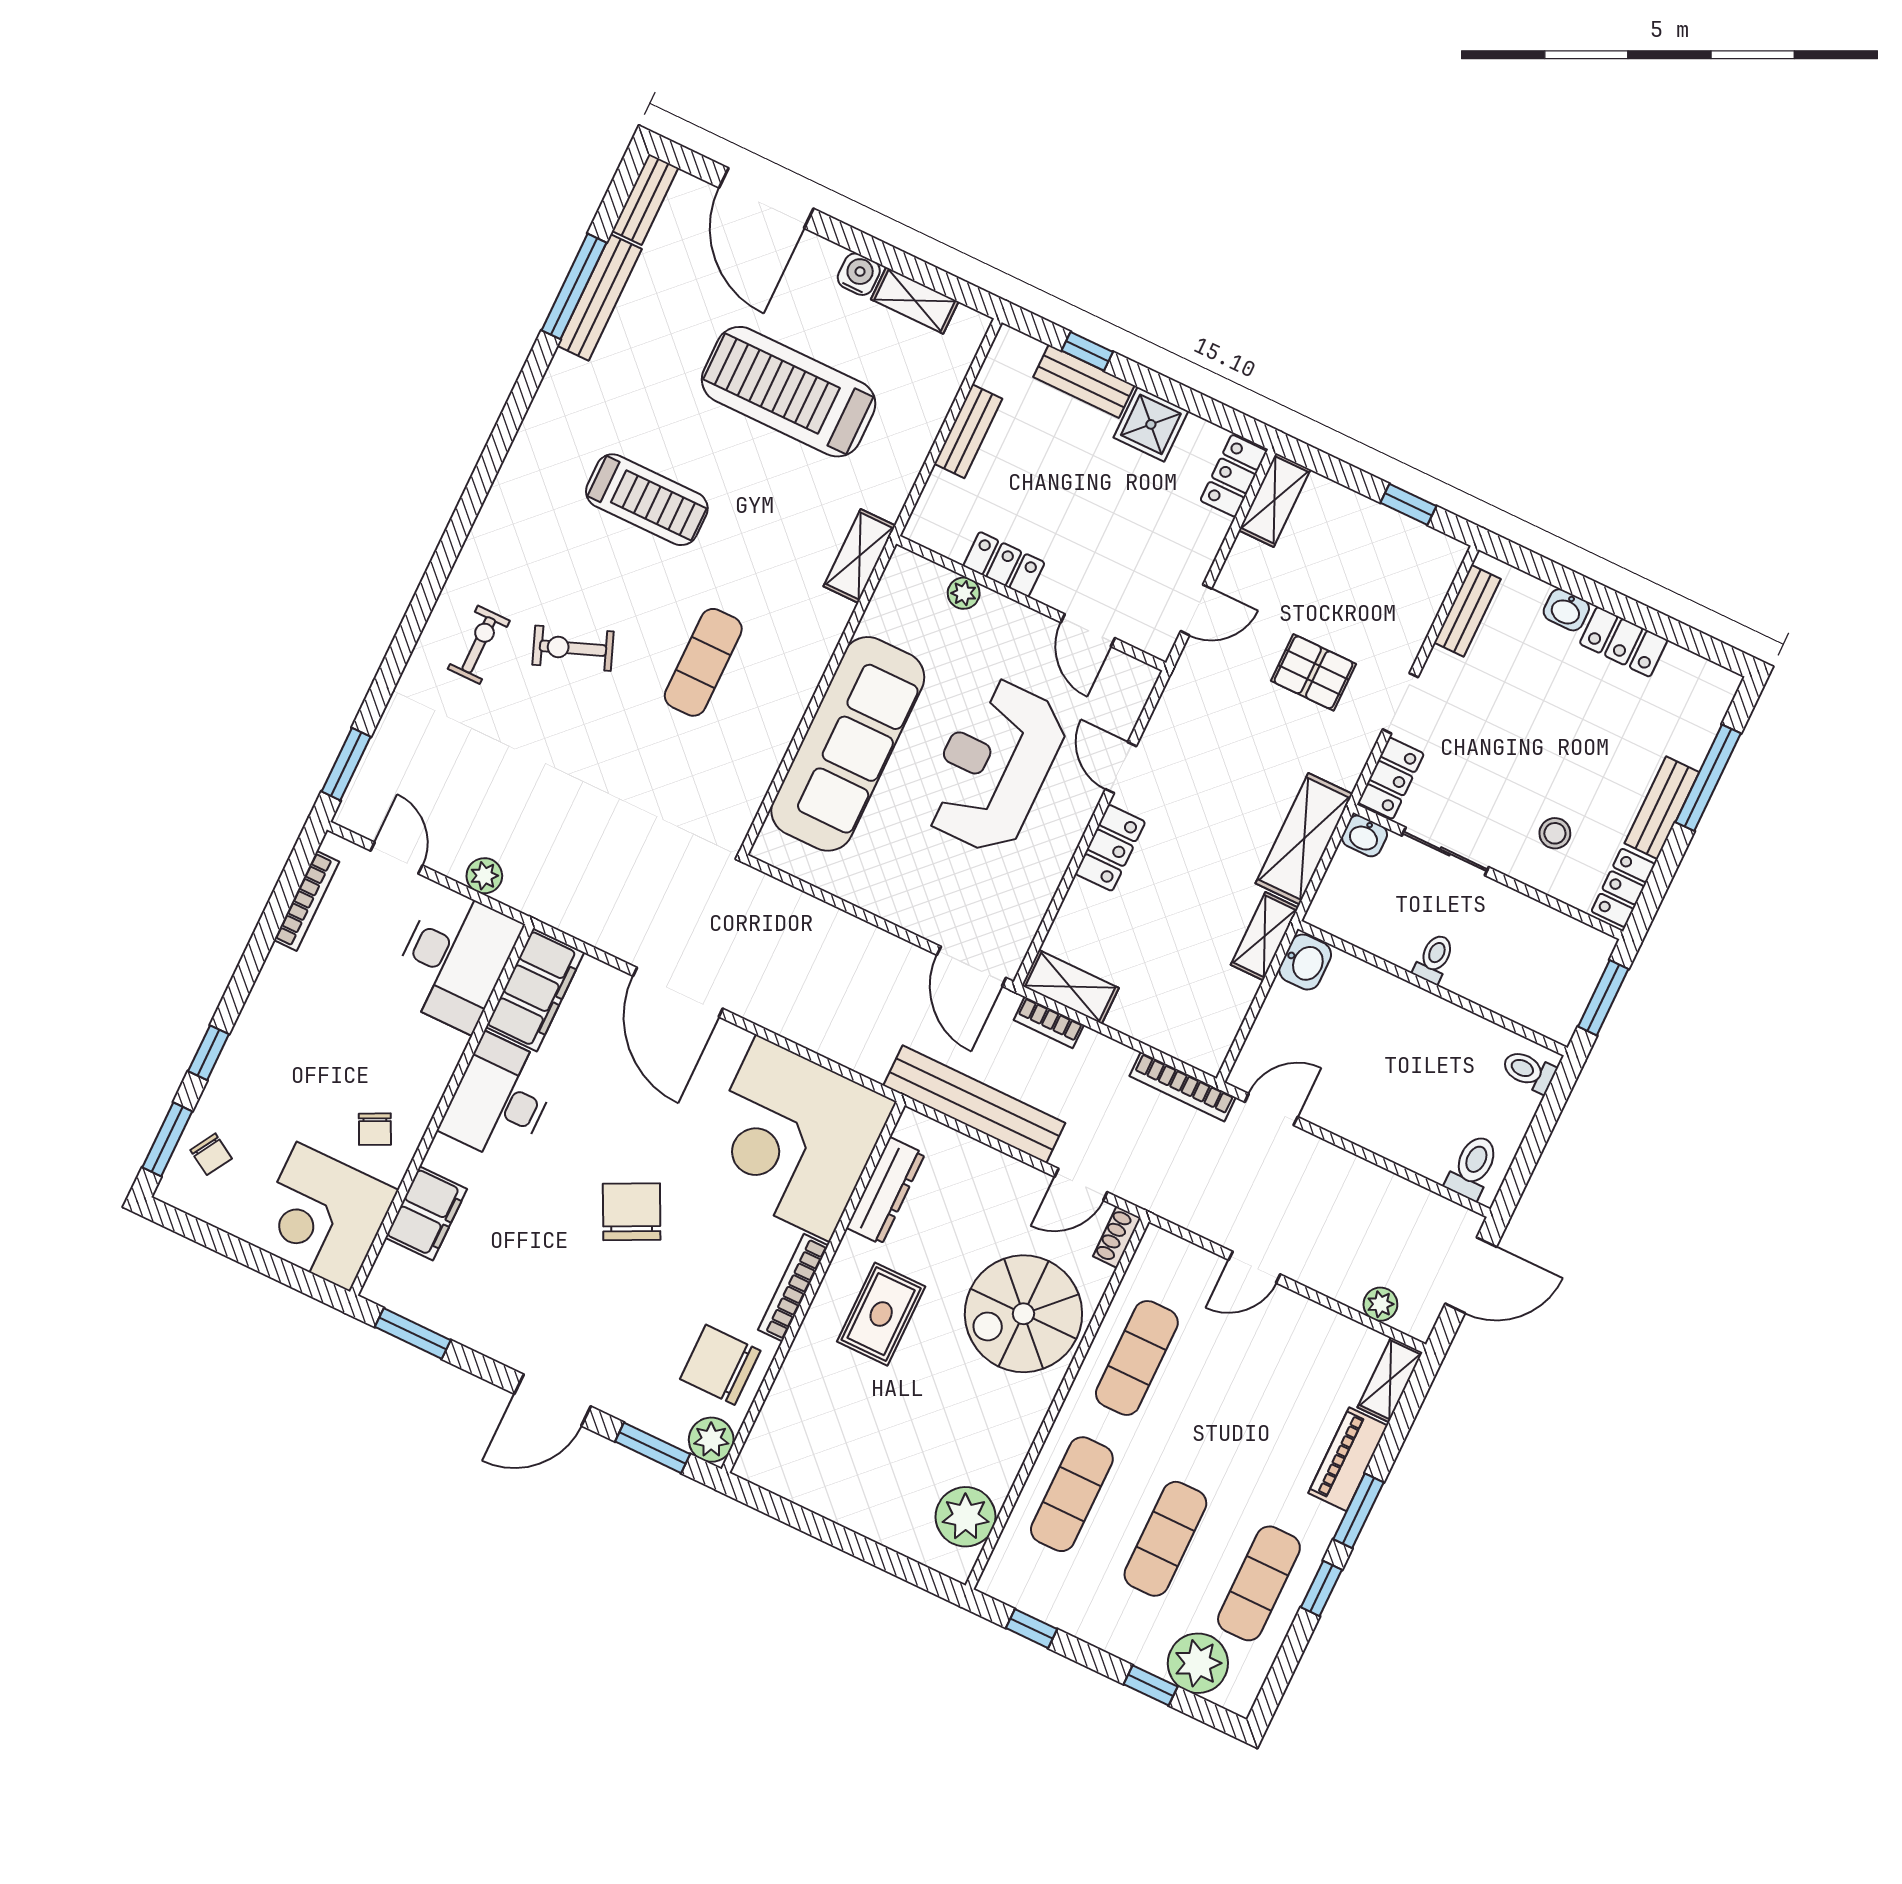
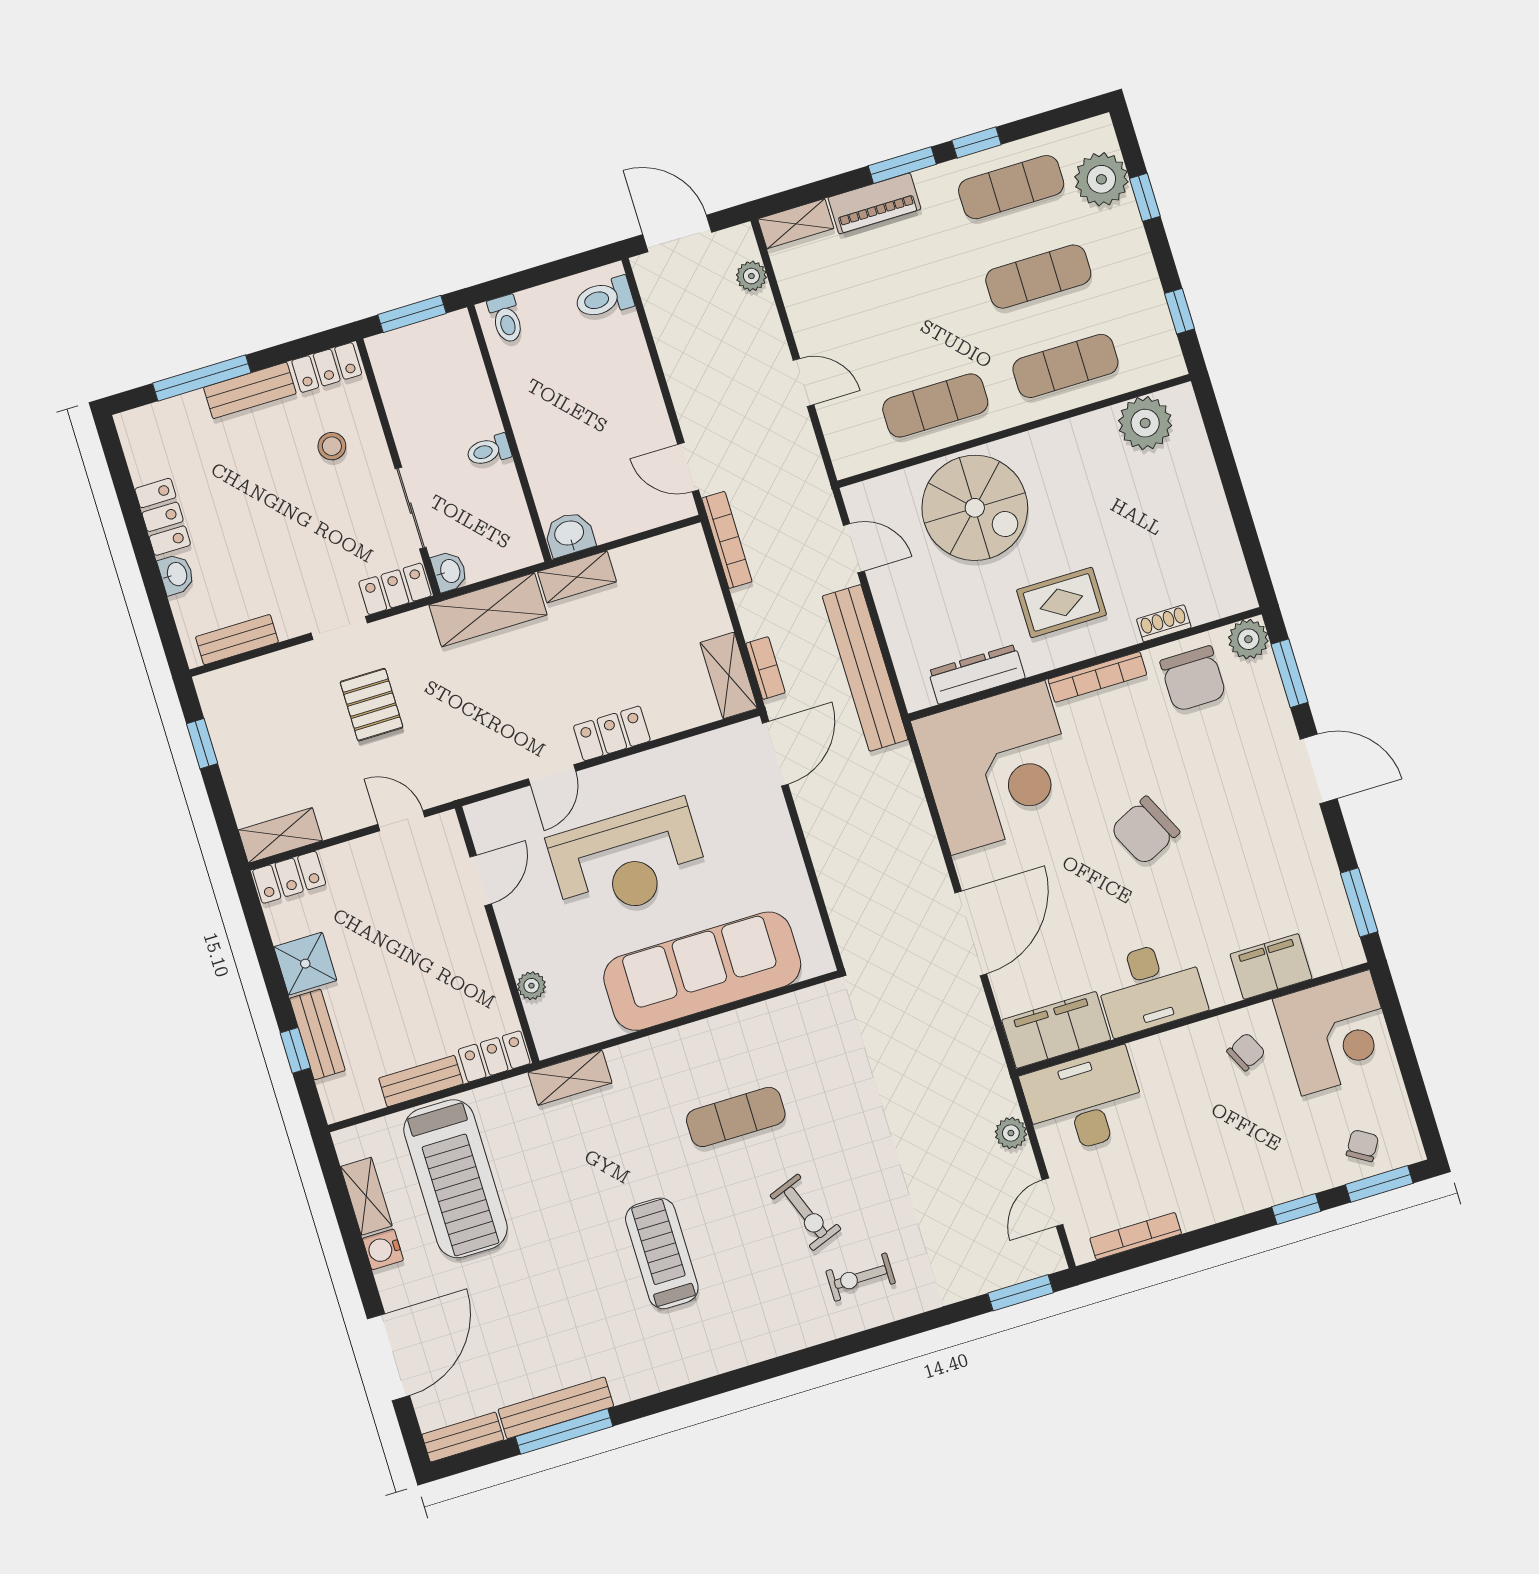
treadmill: (789, 392) -> (456, 1179), moved
locker: (1004, 564) -> (494, 1056), moved, turned 90
shoe rack: (1117, 1237) -> (1164, 623), moved, turned 180

